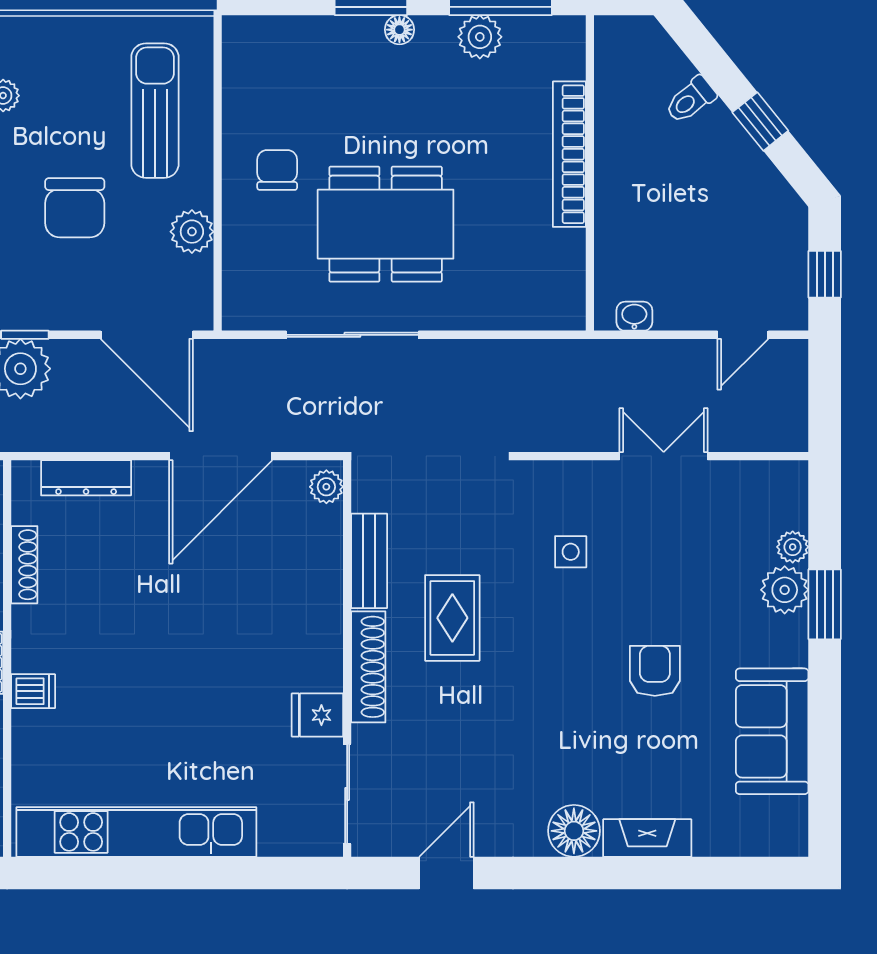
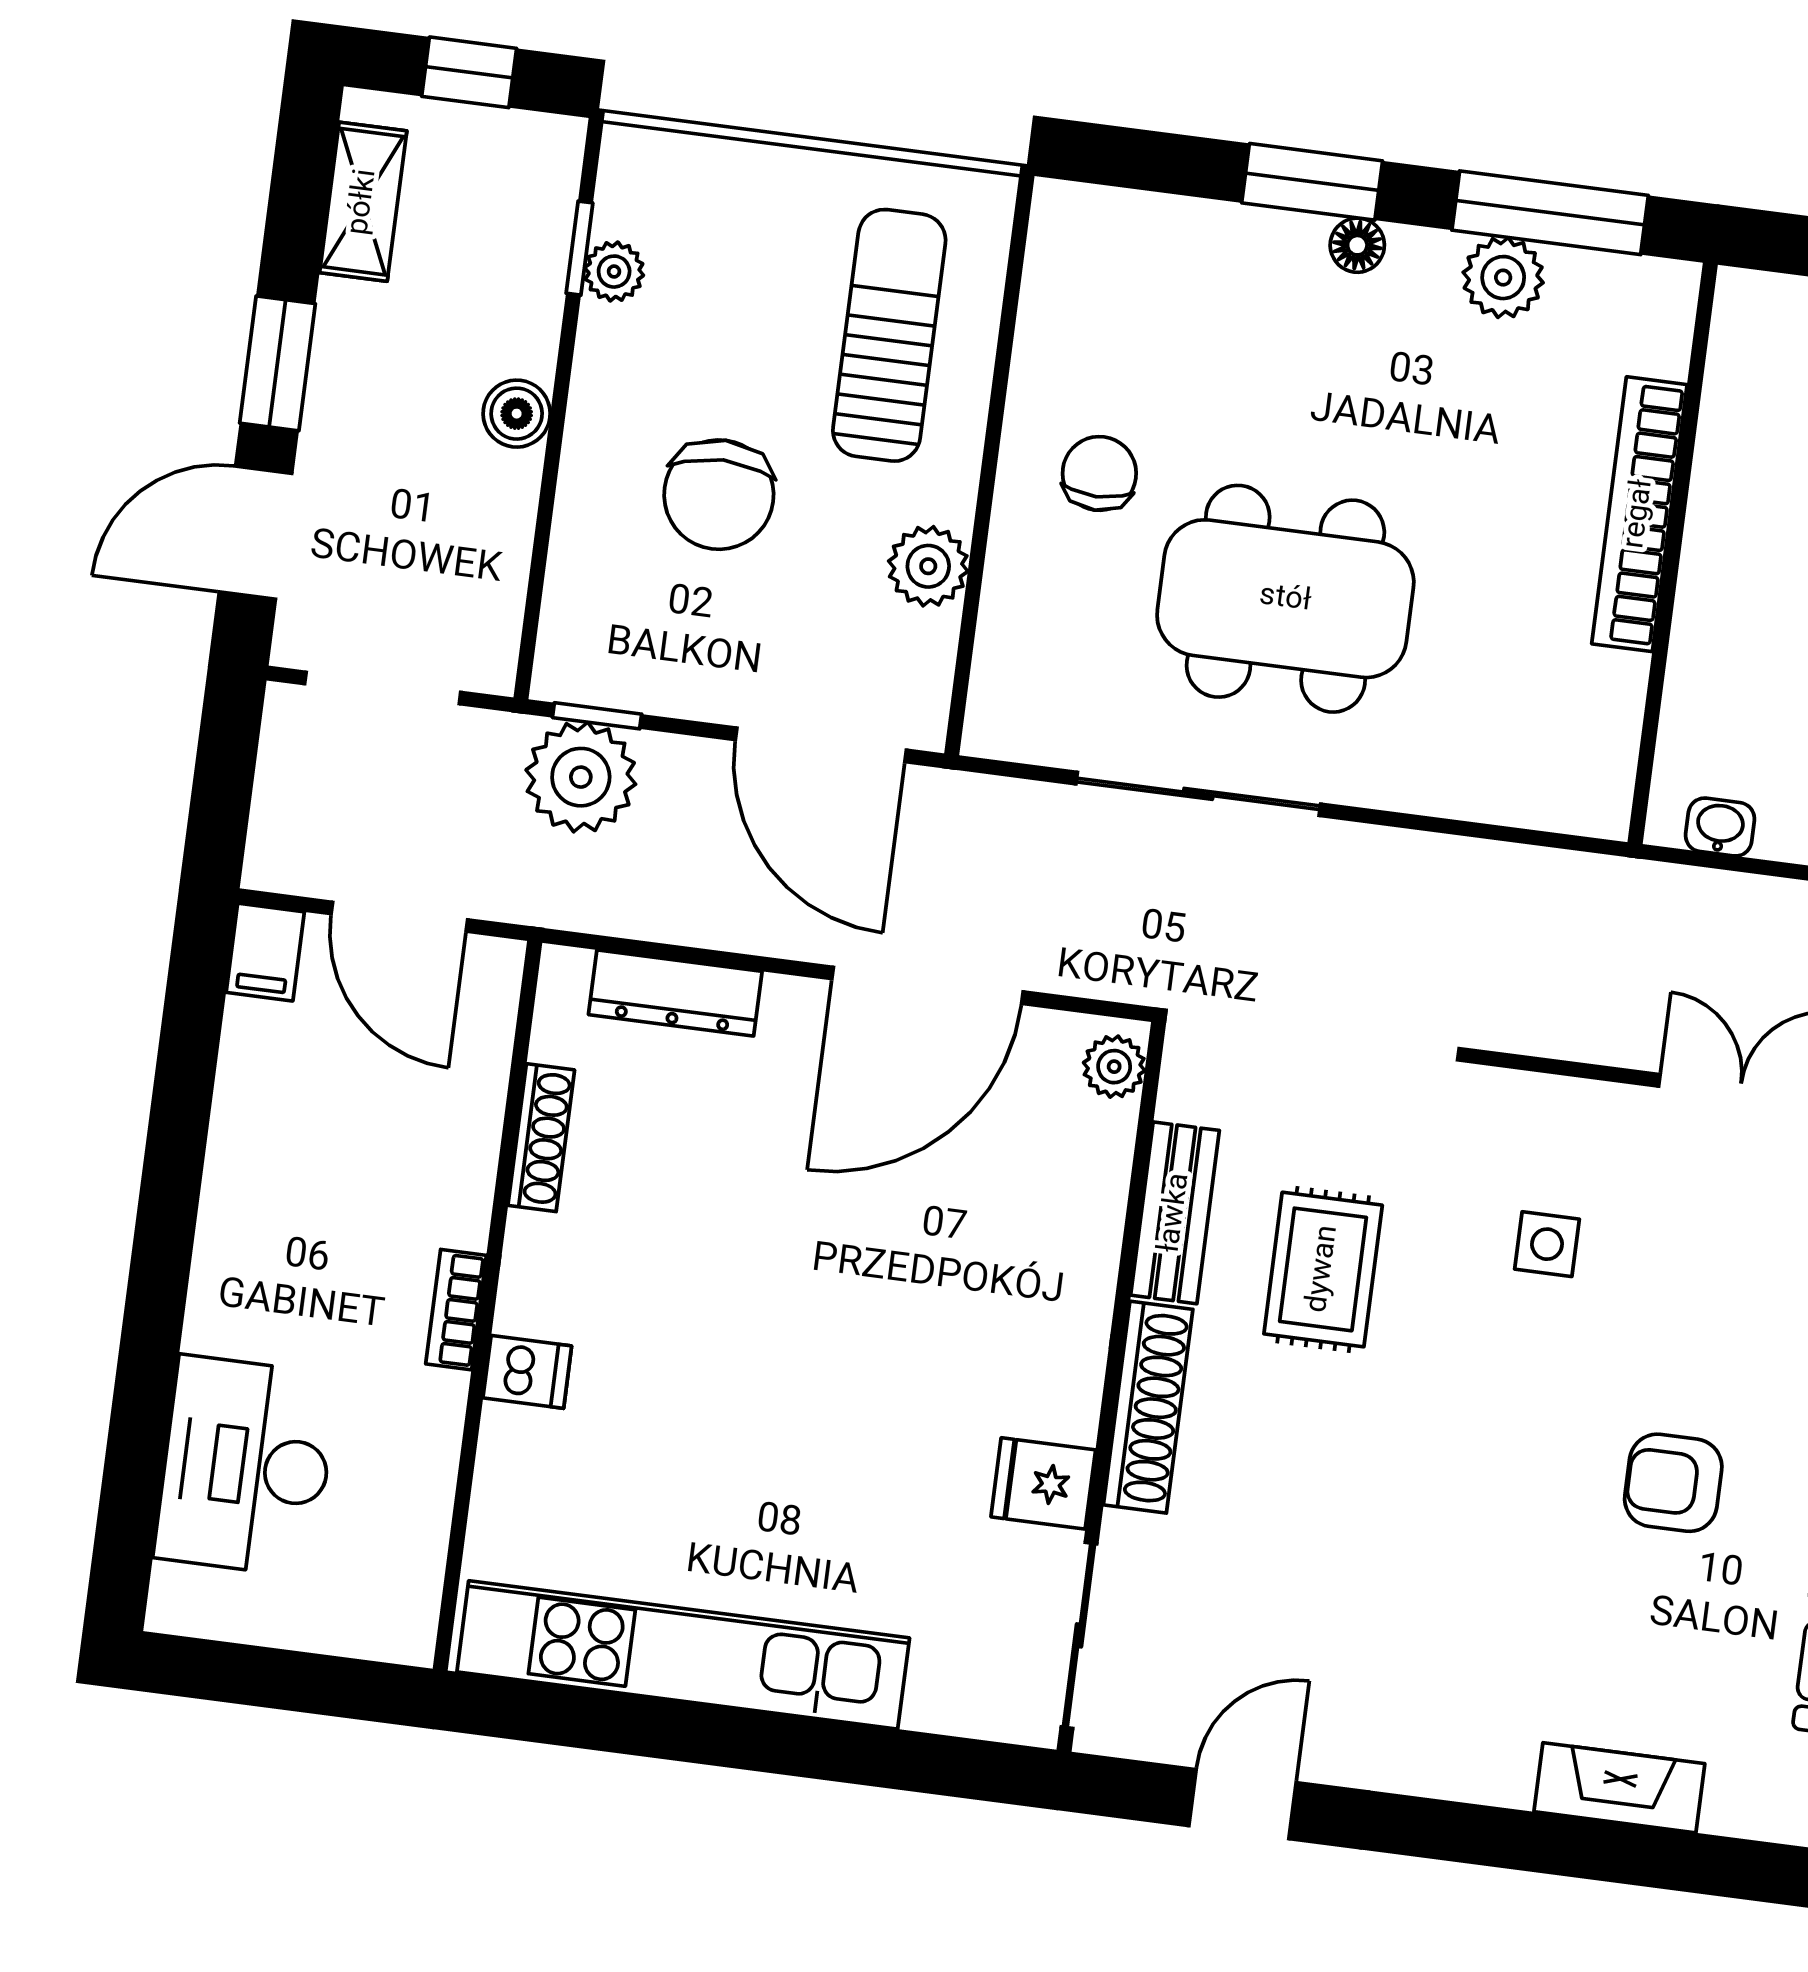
rug: (452, 618) -> (1323, 1269), moved
armchair: (655, 671) -> (1673, 1483), turned -90
floor lamp: (574, 831) -> (1487, 1757), removed

